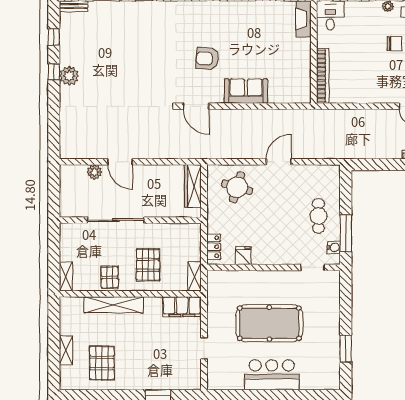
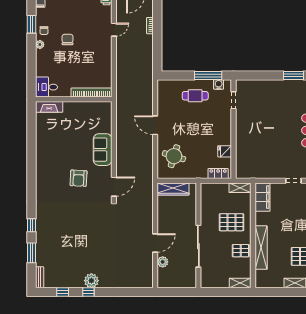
pool table: (269, 323) -> (275, 132), removed

